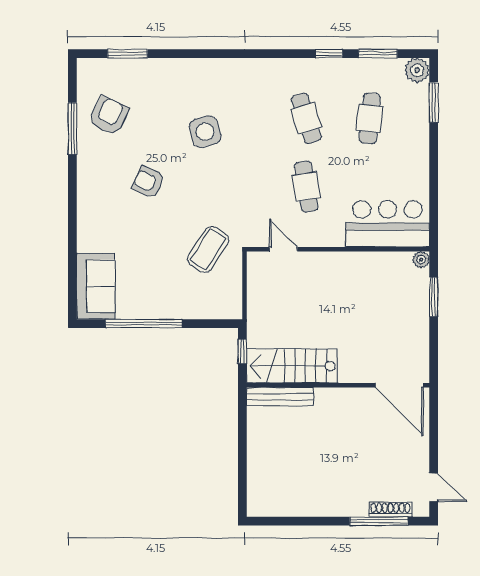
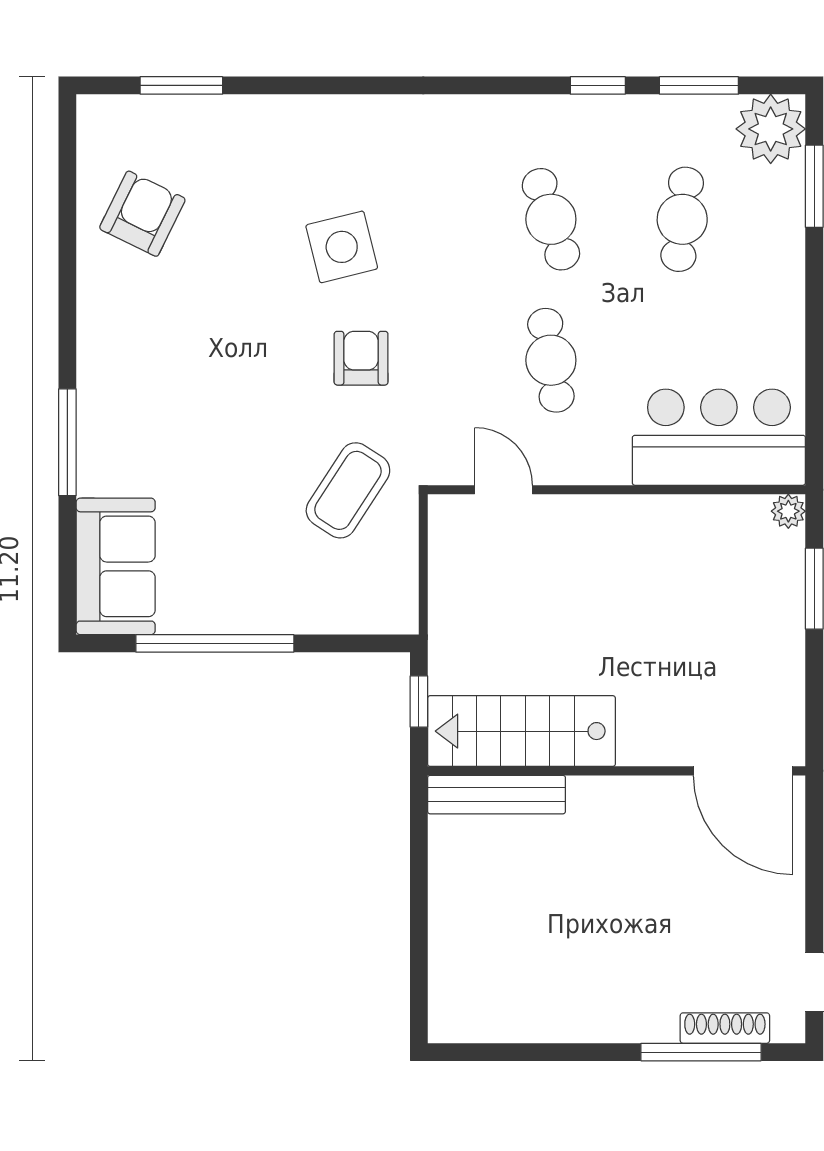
plant: (417, 70) -> (771, 129), width x1.36, depth x1.36
window: (72, 129) -> (67, 442), moved
armchair: (148, 182) -> (361, 358), moved, turned 65

